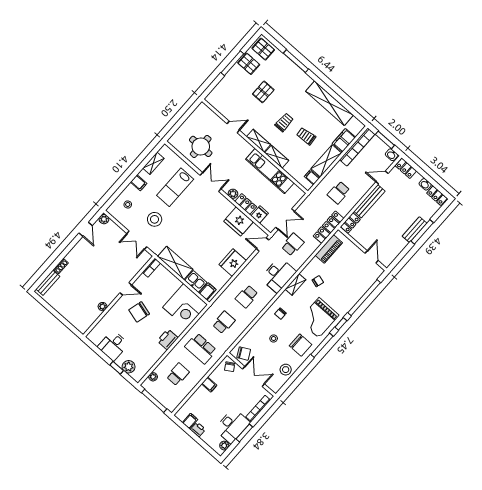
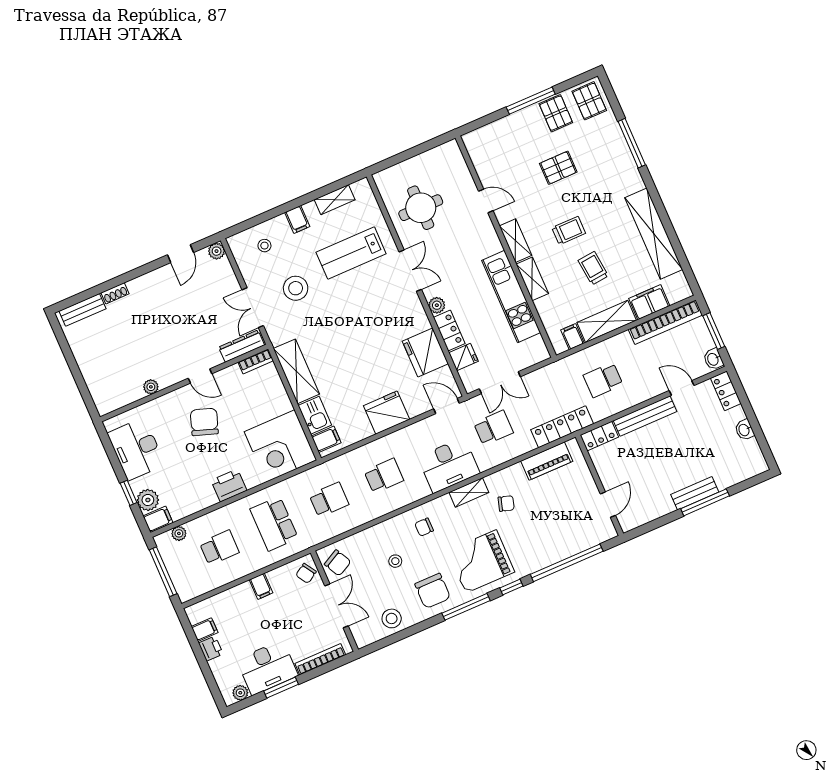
locker: (437, 196) -> (755, 456), removed
dresser: (140, 263) -> (242, 346), added
school desk: (247, 296) -> (384, 476), turned 180
chair: (139, 312) -> (204, 422), turned 94
desk: (113, 346) -> (136, 449), width x1.37
filing cabinet: (139, 374) -> (158, 519), added

